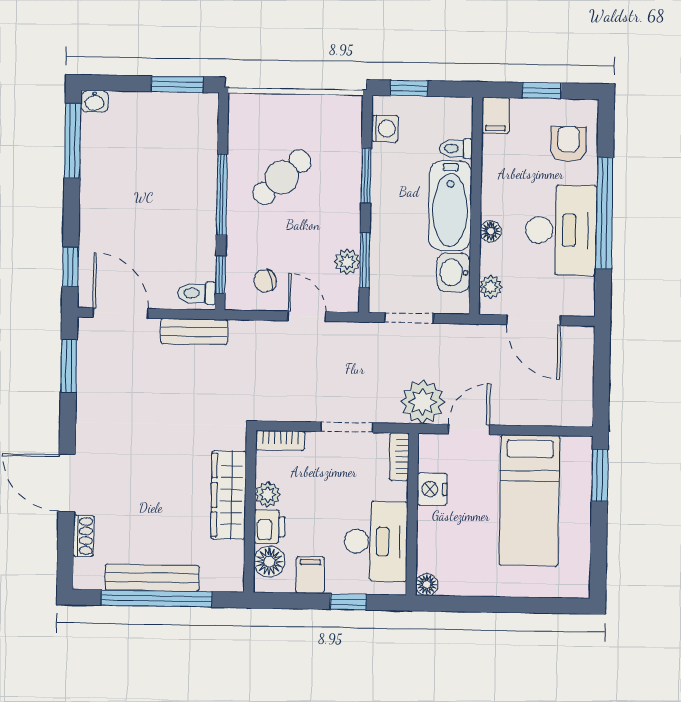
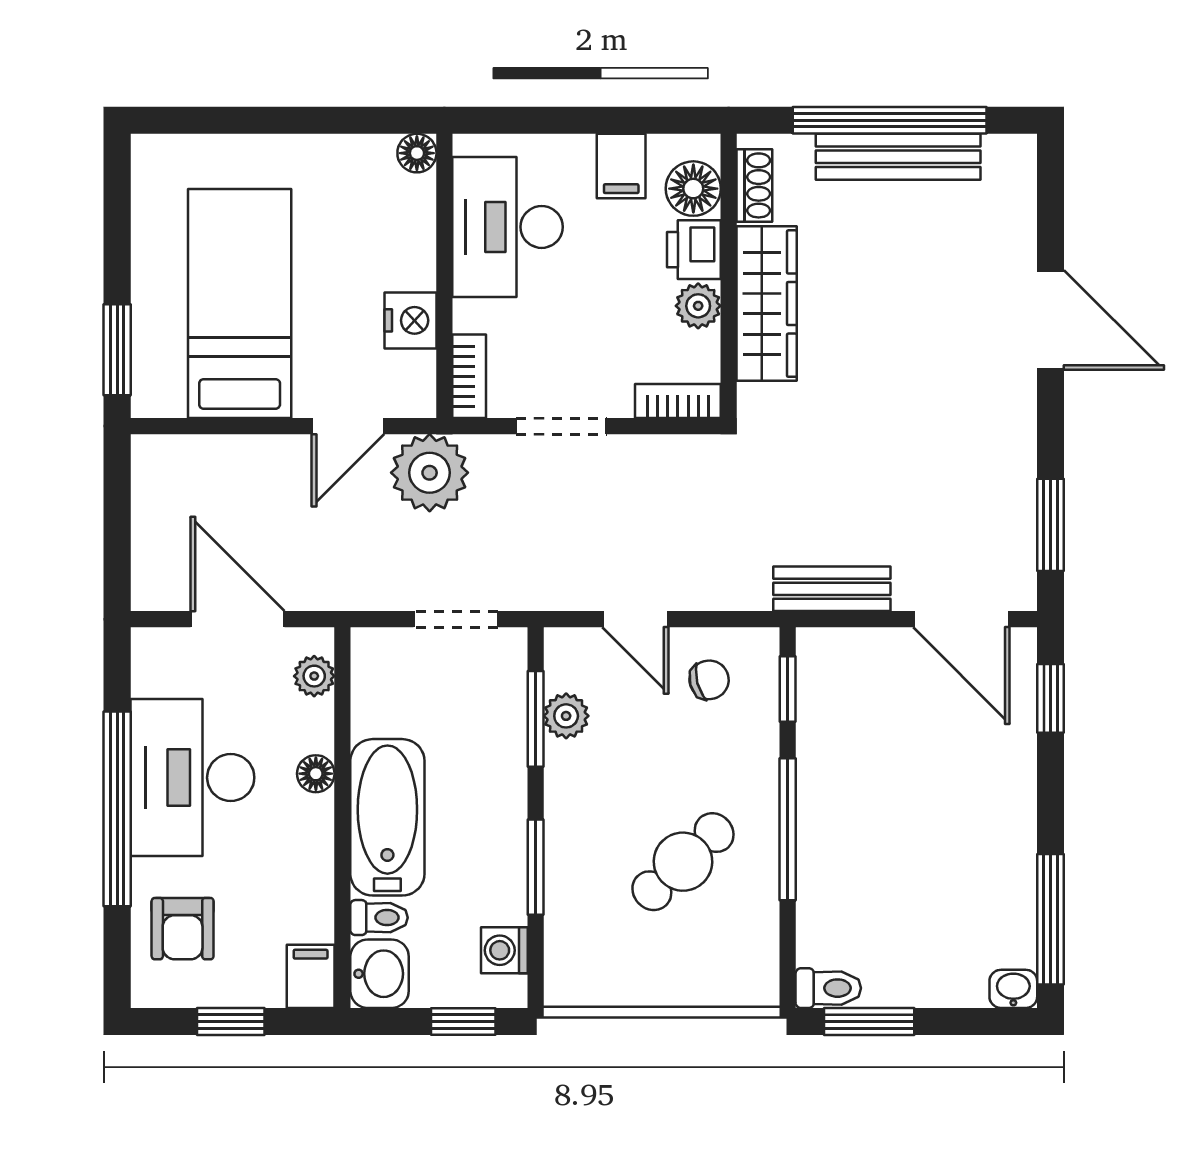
washbasin: (453, 272) -> (380, 974), moved
toilet: (197, 293) -> (828, 988), moved
shoe rack: (83, 536) -> (754, 185), moved, turned 180
window: (348, 602) -> (554, 120), removed

